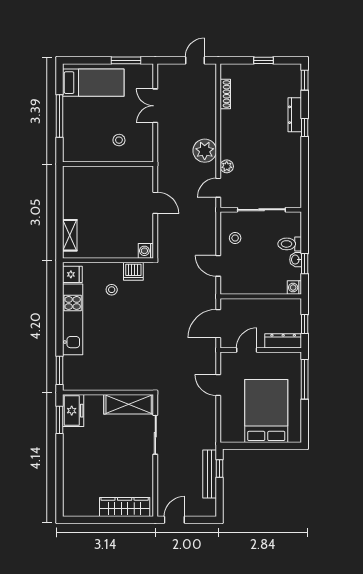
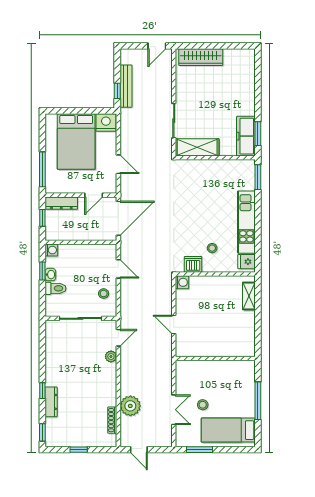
door: (195, 60) -> (139, 450), hinge flipped
stool: (119, 140) -> (203, 405), moved
plant: (205, 151) -> (130, 406), moved
door: (218, 324) -> (118, 218), width x1.36
freezer: (73, 411) -> (246, 136), width x1.40
nightstand: (232, 433) -> (106, 123), added

